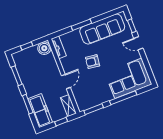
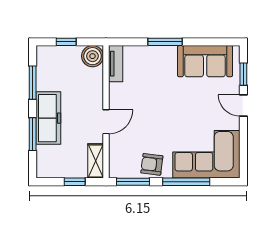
sofa: (102, 29) -> (205, 61), width x0.73
armchair: (93, 62) -> (152, 164), moved
freezer: (40, 111) -> (48, 118), moved

